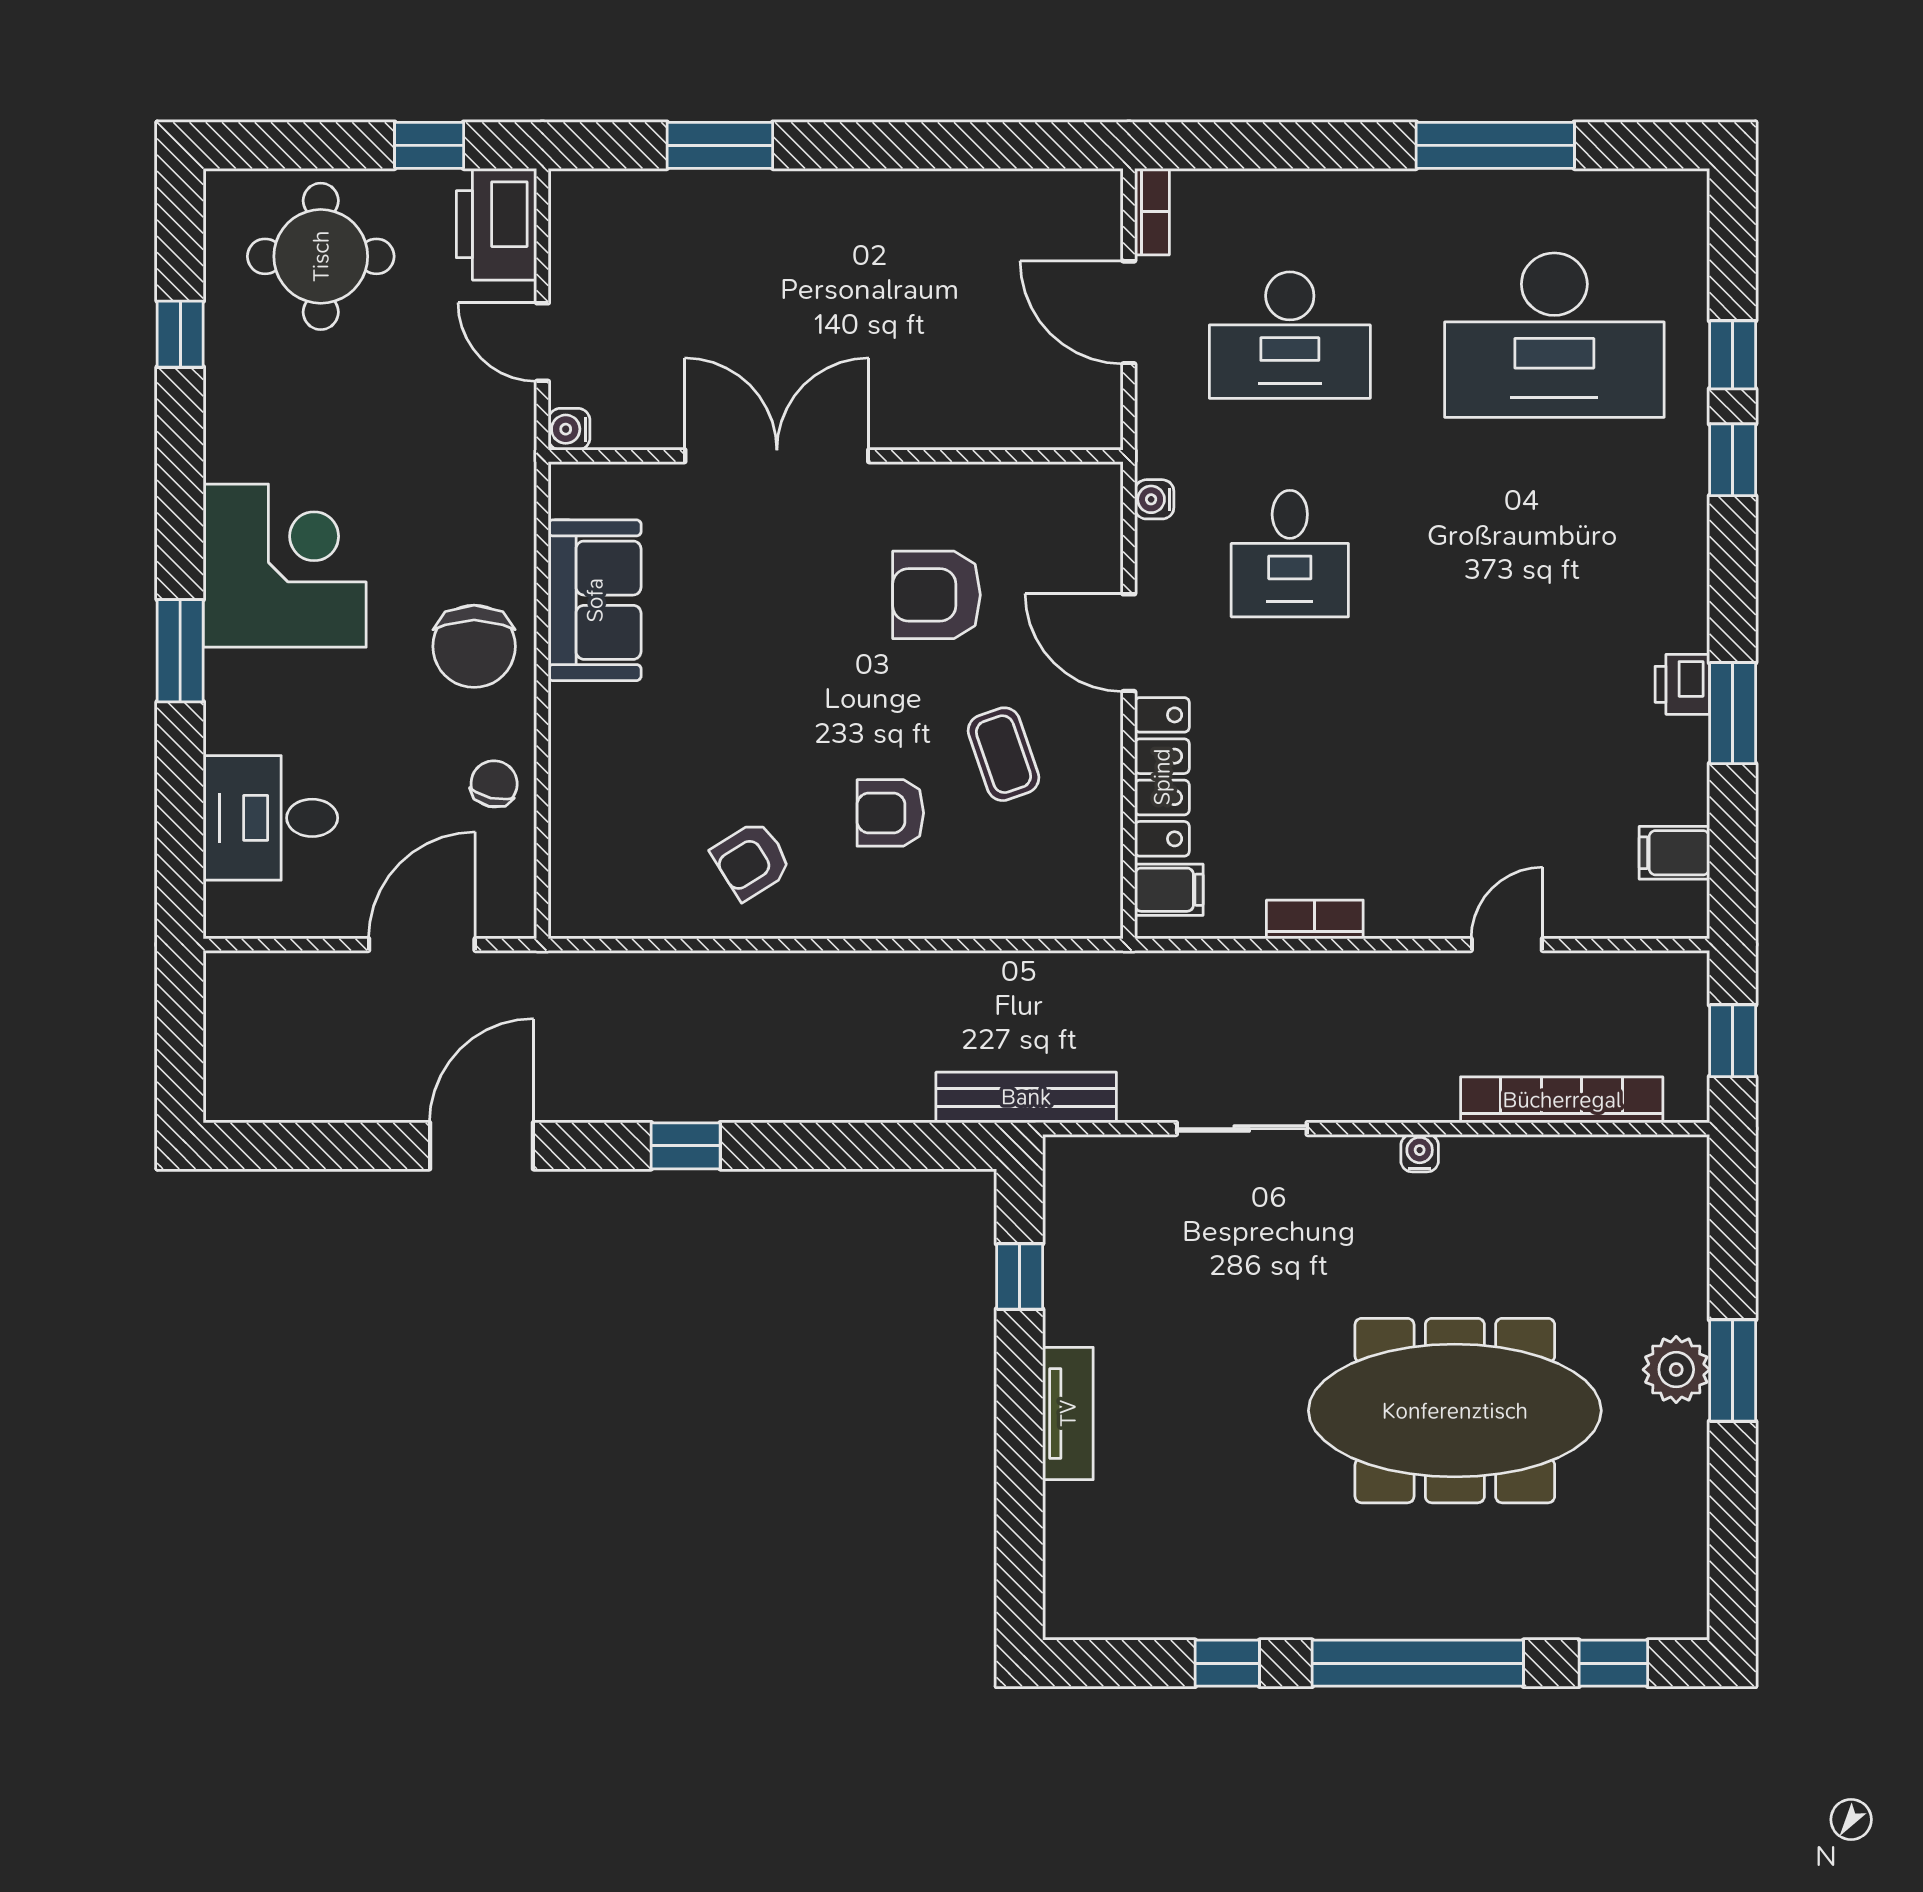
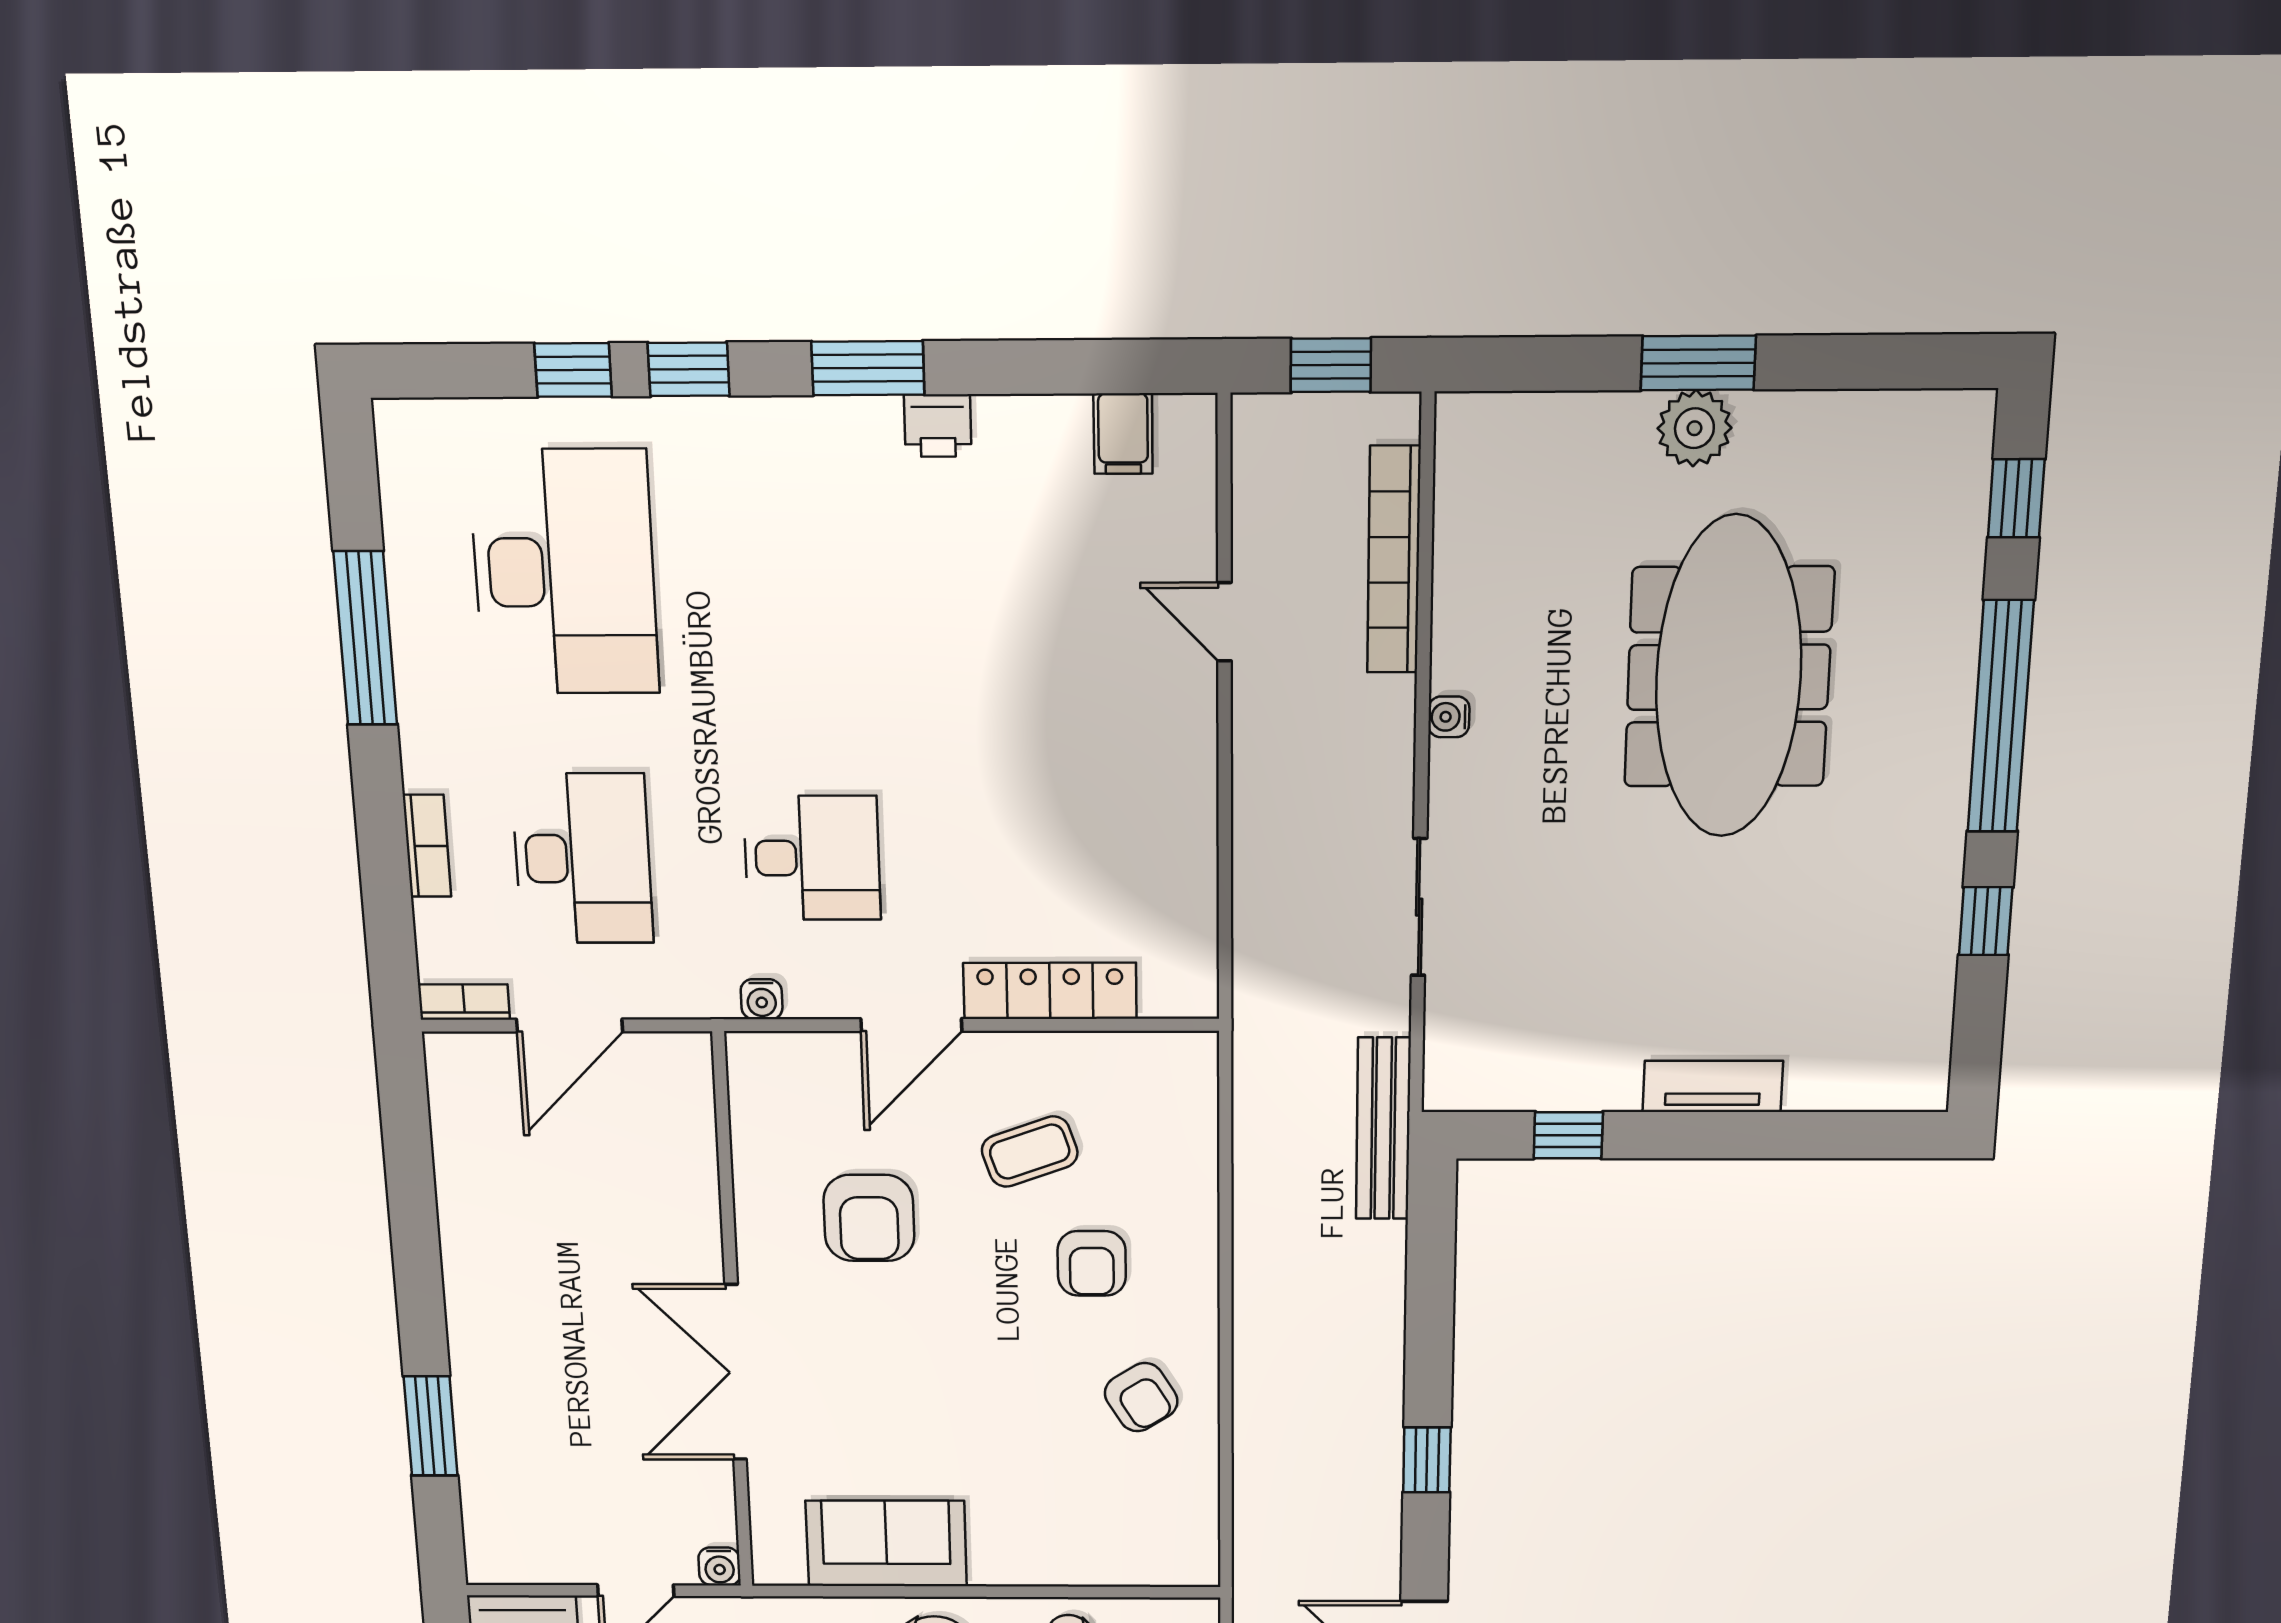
window: (1733, 713) -> (868, 368), moved
filing cabinet: (1169, 890) -> (1168, 984), removed
bookcase: (1315, 919) -> (427, 846), moved, turned 180

